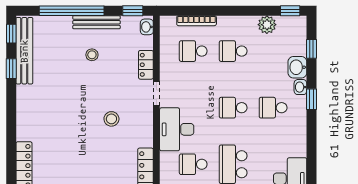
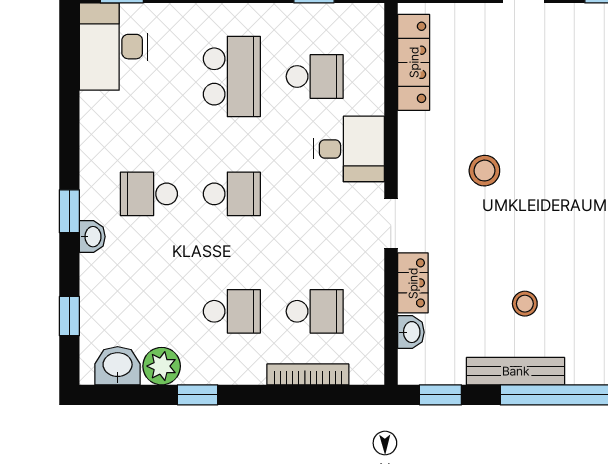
window: (290, 11) -> (198, 395), moved
washbasin: (147, 27) -> (411, 332), moved
washbasin: (297, 67) -> (118, 366), moved, turned -90
school desk: (273, 108) -> (149, 194), turned 180
desk: (177, 129) -> (349, 149), width x0.73

